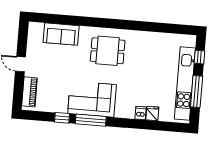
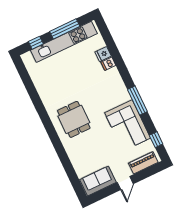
sofa: (61, 34) -> (98, 181), moved, turned -90
corner sofa: (92, 99) -> (128, 125), moved
window: (62, 118) -> (156, 140), moved

